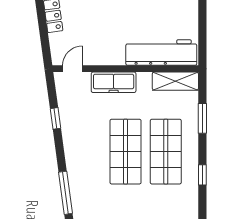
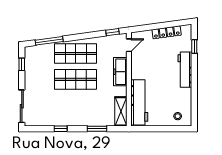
door: (72, 69) -> (129, 45), hinge flipped
window: (55, 118) -> (113, 32), moved
shop shelf: (166, 152) -> (76, 53), moved

